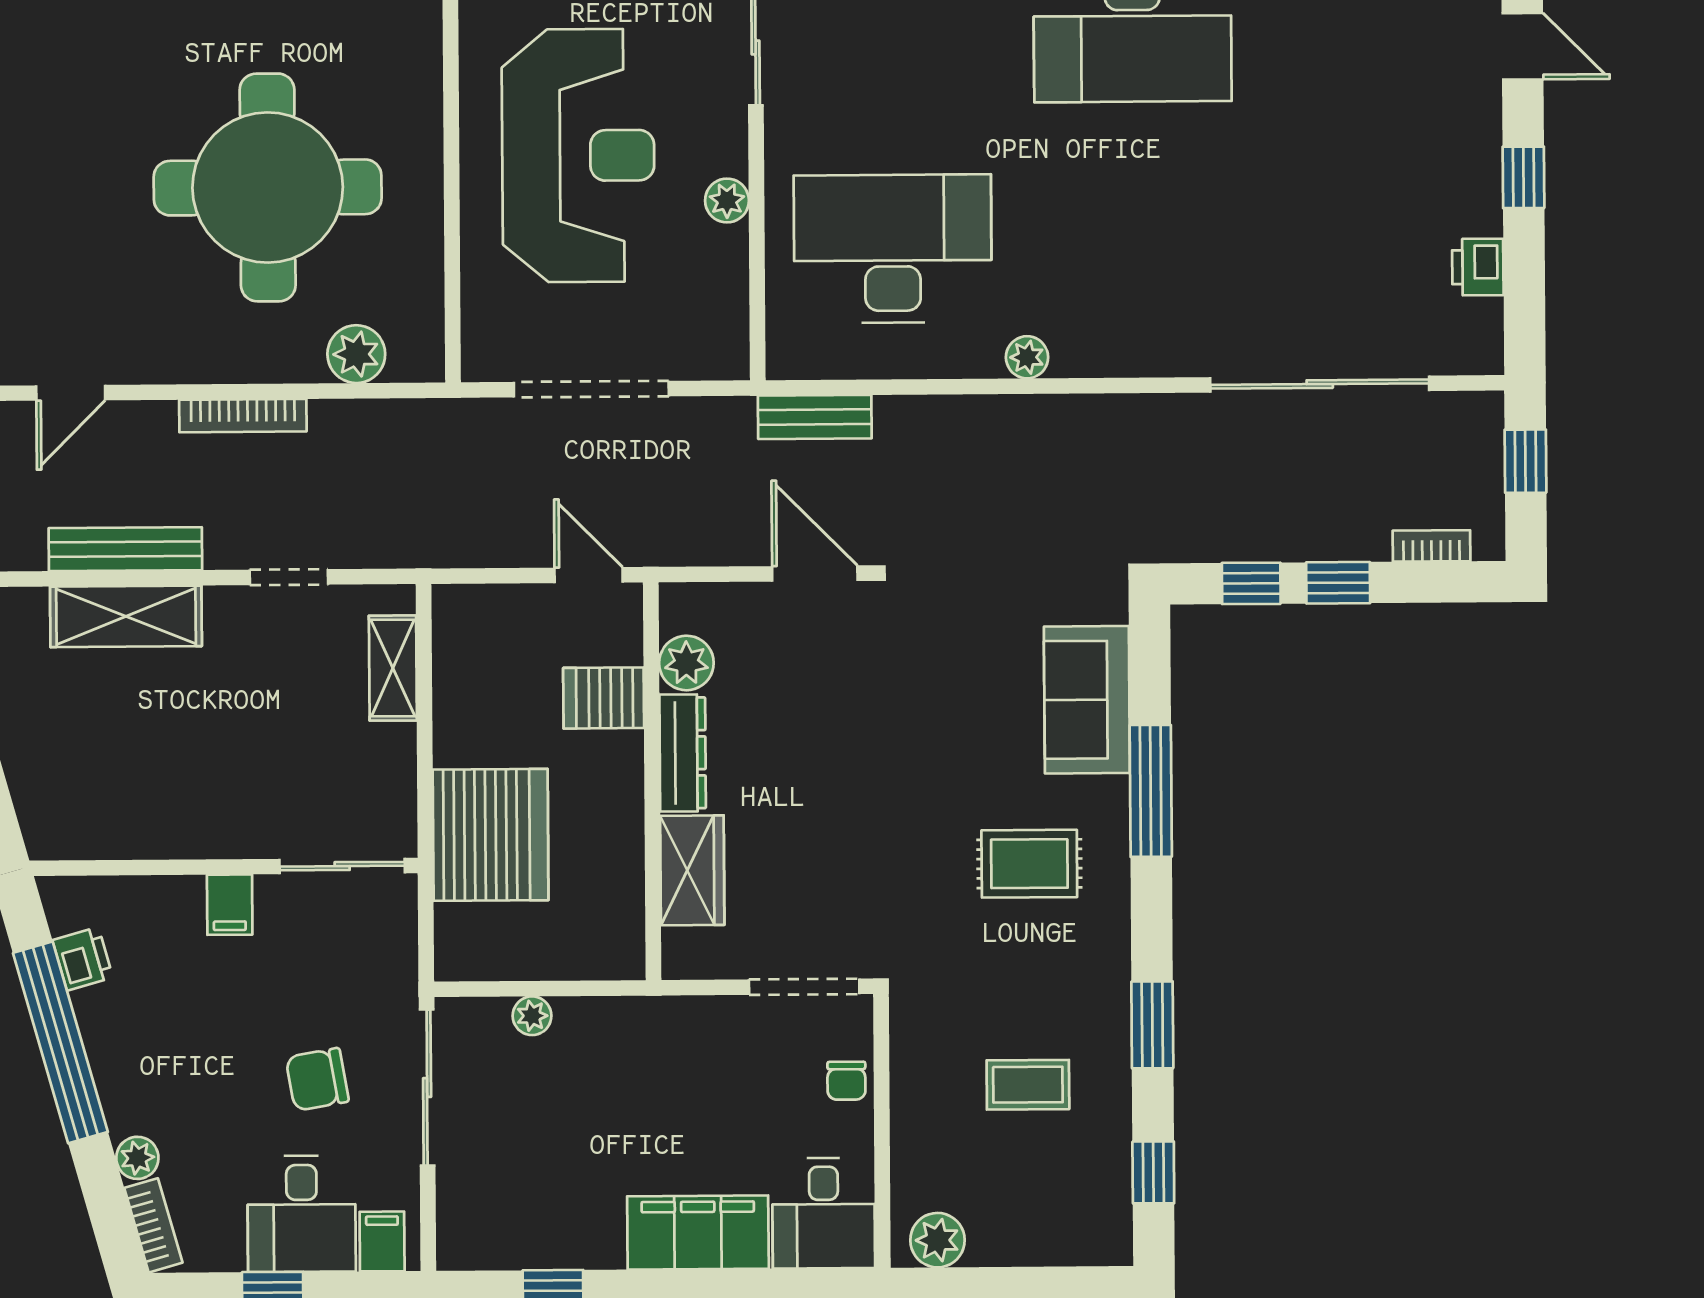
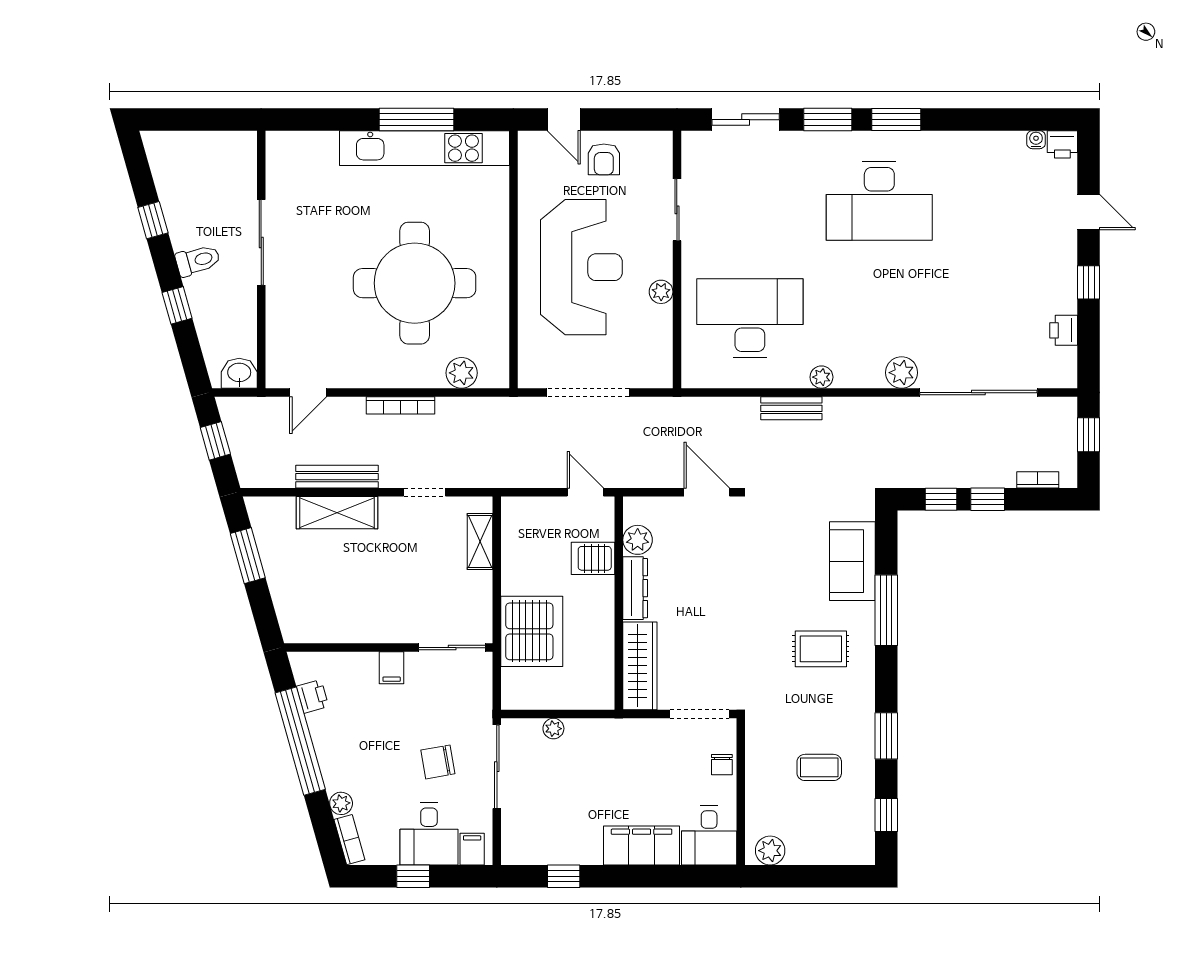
plant: (1176, 348) -> (902, 373), added
bench: (815, 417) -> (791, 408), moved
wardrobe: (692, 870) -> (640, 666), width x1.50

